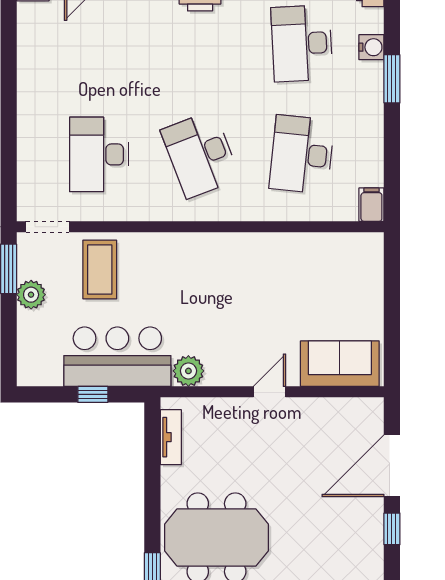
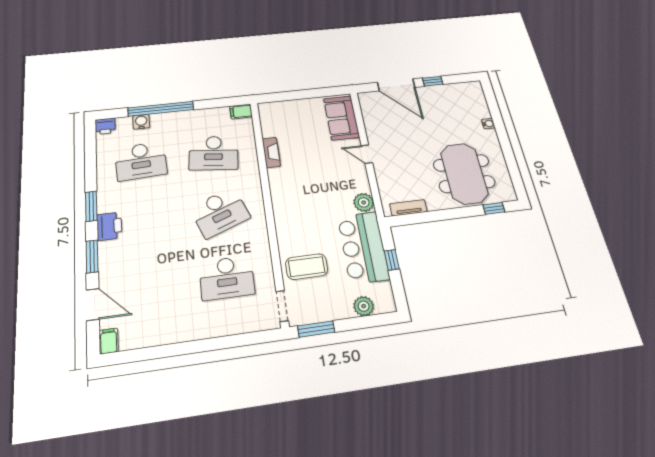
window: (392, 79) -> (161, 109), width x2.11
fireplace: (292, 243) -> (271, 152), added
plant: (31, 295) -> (364, 306), moved

